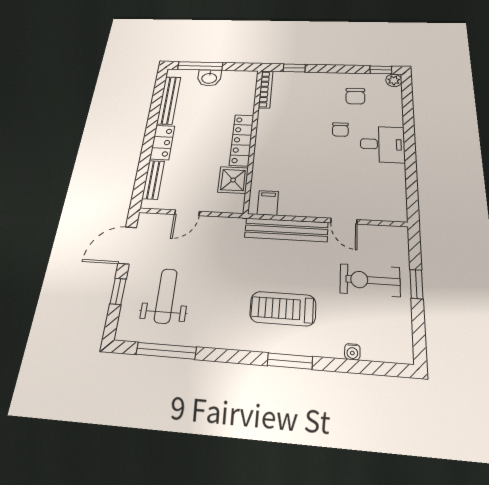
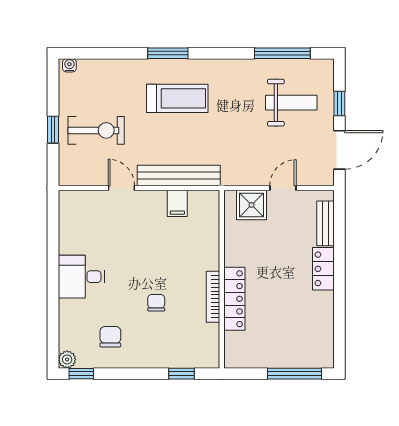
washbasin: (209, 78) -> (281, 357), removed
bookcase: (266, 89) -> (213, 297), moved
bench: (169, 100) -> (325, 324), removed
chair: (340, 130) -> (156, 303), moved
locker: (242, 140) -> (234, 299), moved
shower: (233, 180) -> (252, 205), moved
filing cabinet: (268, 203) -> (177, 203), moved
weight bench: (166, 296) -> (291, 103), turned -90
water cooler: (352, 352) -> (69, 65), moved

